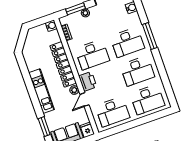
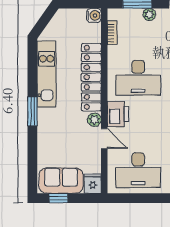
kitchen unit: (41, 91) -> (47, 74), moved
door: (85, 100) -> (104, 139), swing flipped
window: (44, 127) -> (32, 111), moved

